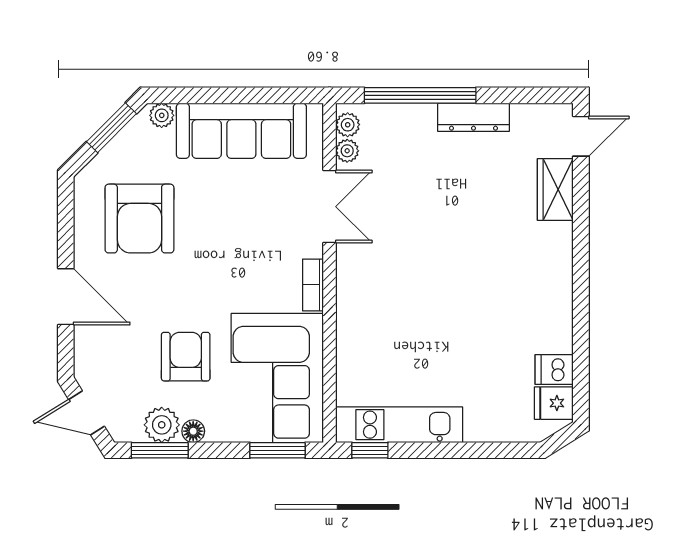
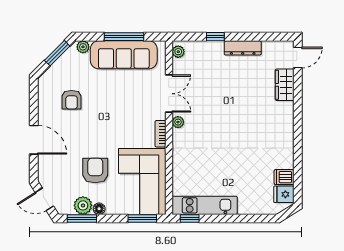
window: (242, 95) -> (124, 37), added
window: (420, 95) -> (215, 37), width x0.32
plant: (347, 151) -> (178, 122), moved
armchair: (139, 219) -> (72, 100), width x0.53, depth x0.53

